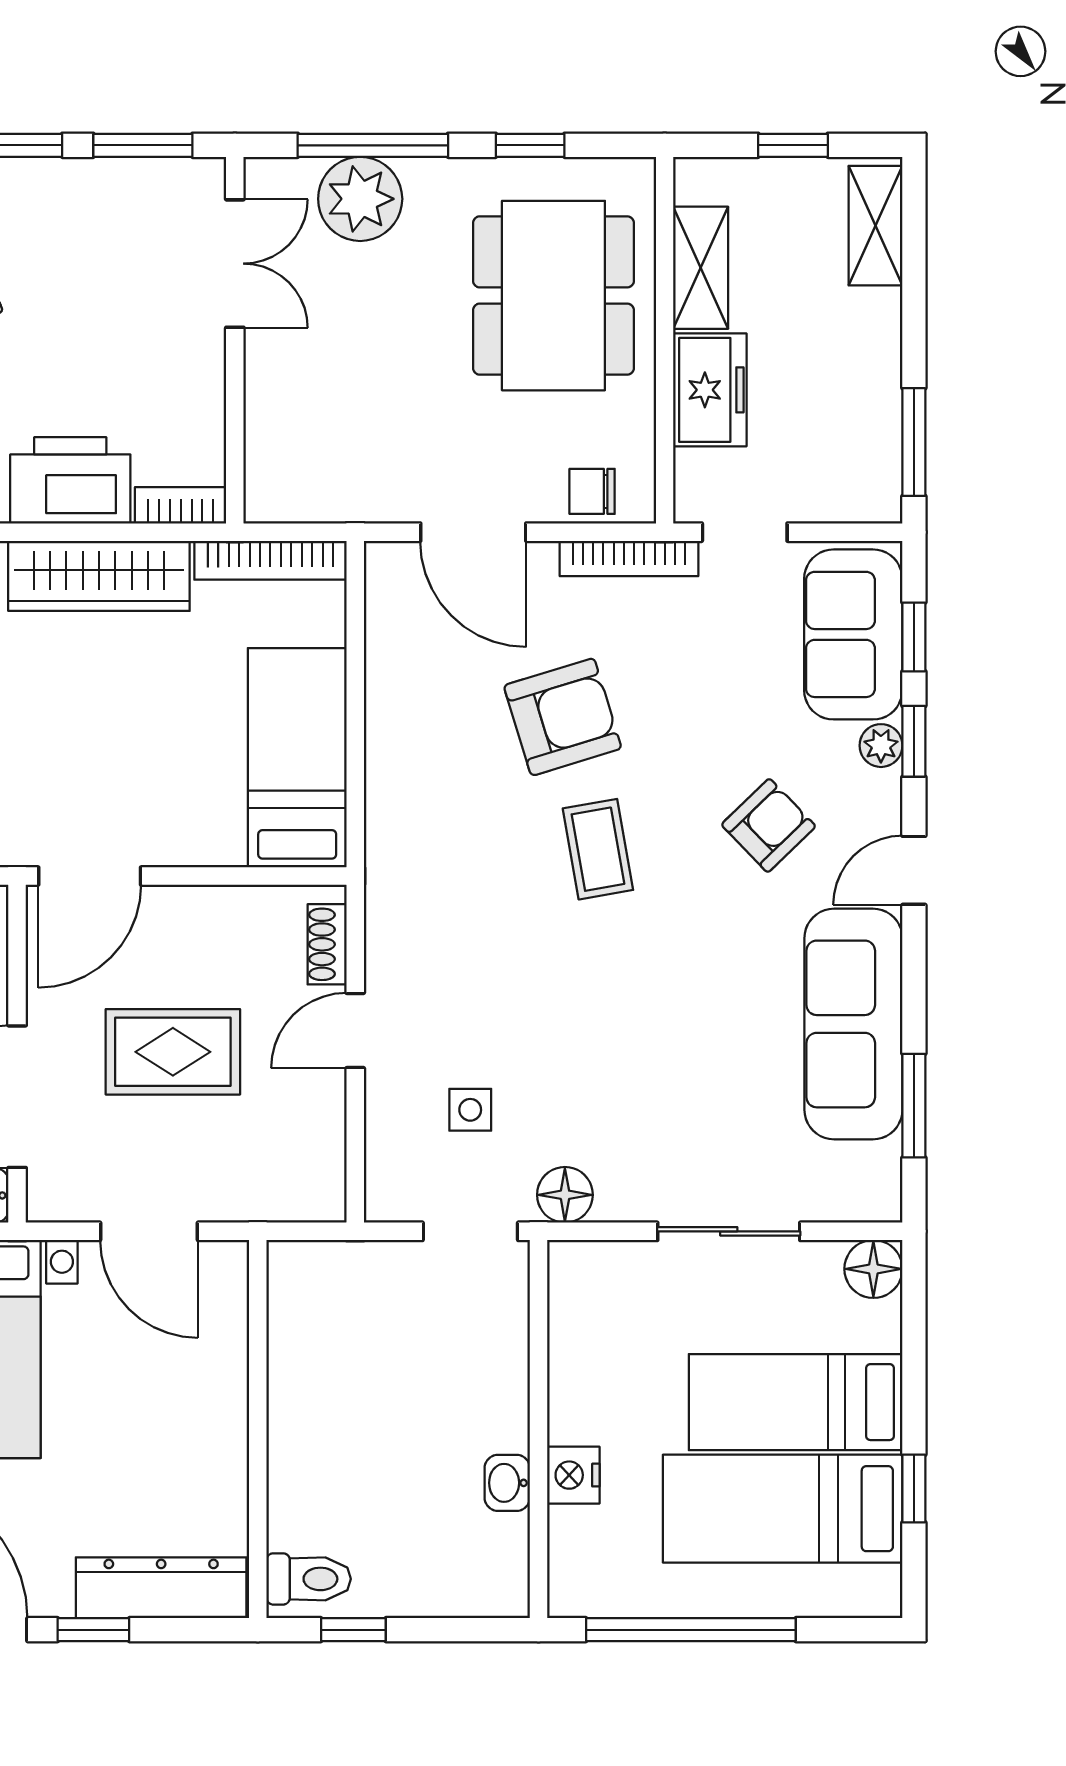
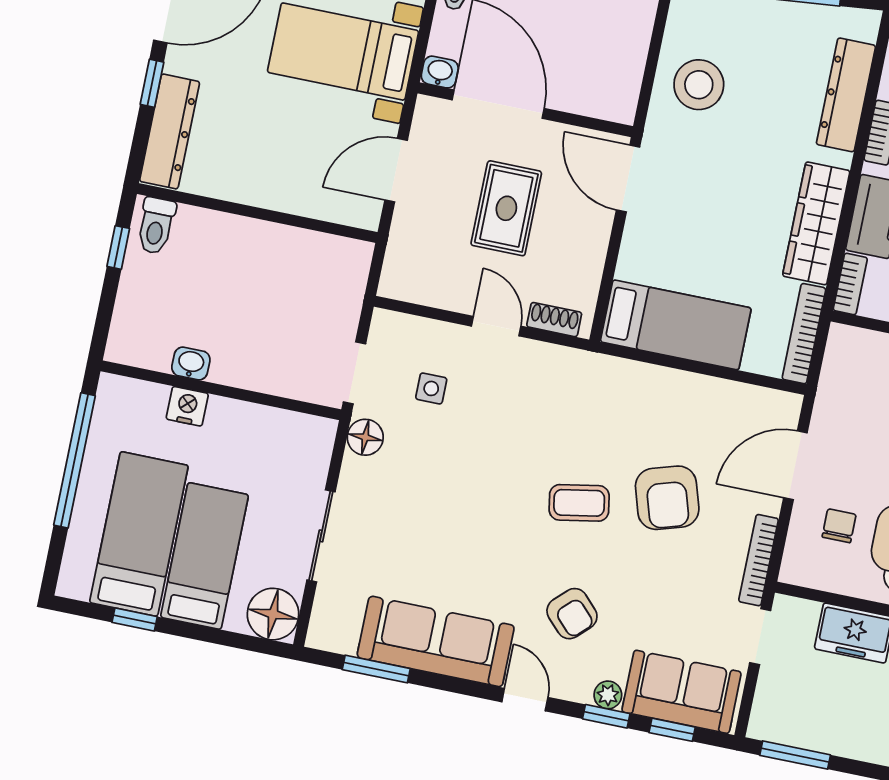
chair: (592, 491) -> (839, 526), moved
floor lamp: (873, 1269) -> (273, 614), width x1.38, depth x1.38

